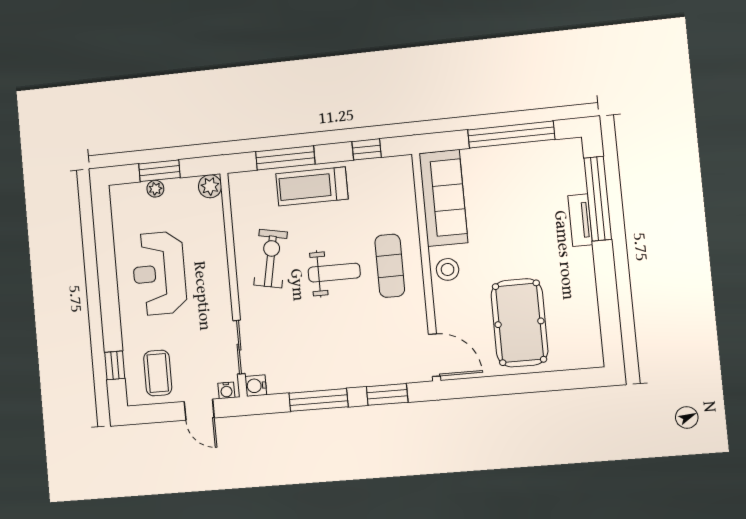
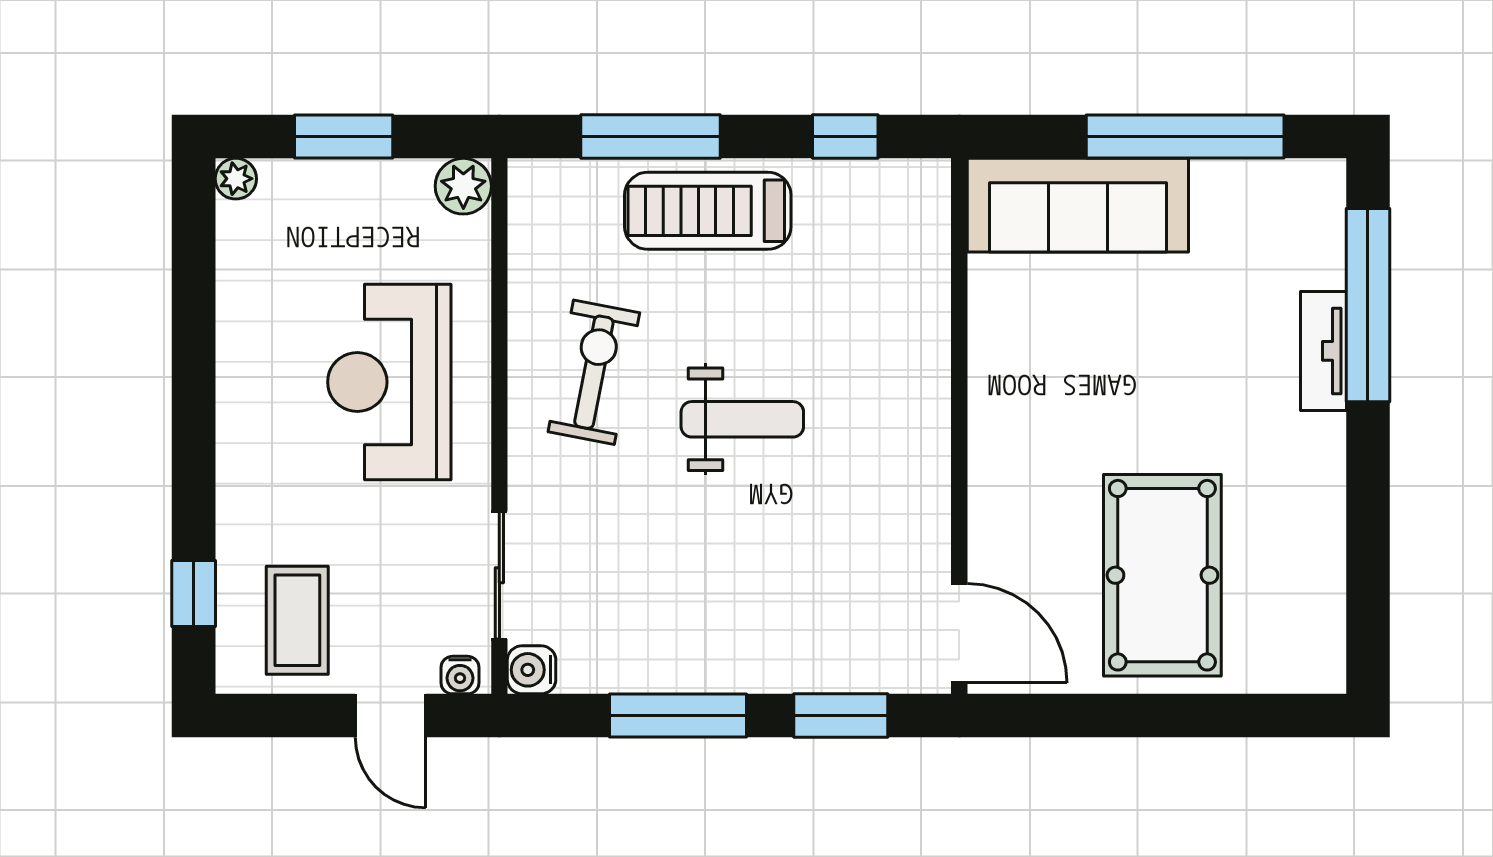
plant: (155, 189) -> (236, 179), moved
sofa: (443, 198) -> (1078, 205), moved, turned 90
exercise mat: (390, 266) -> (875, 415), removed
stool: (448, 269) -> (1008, 437), removed
reception desk: (159, 273) -> (389, 382), moved

